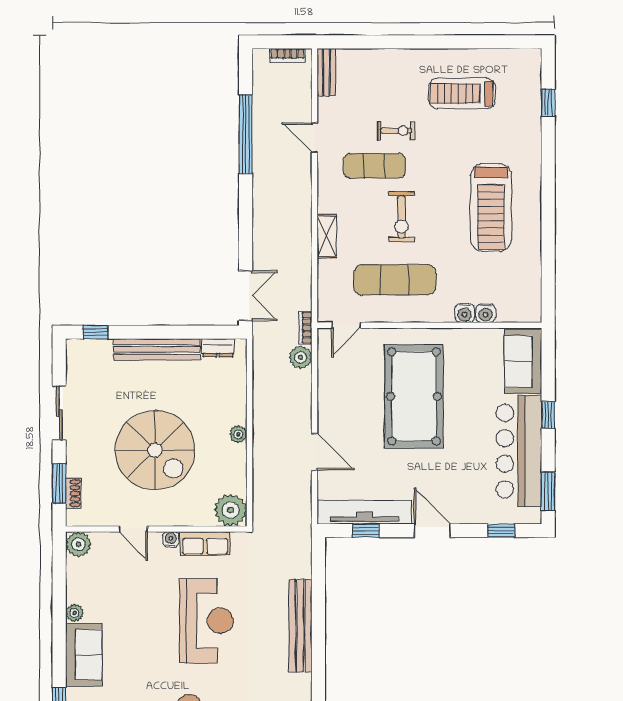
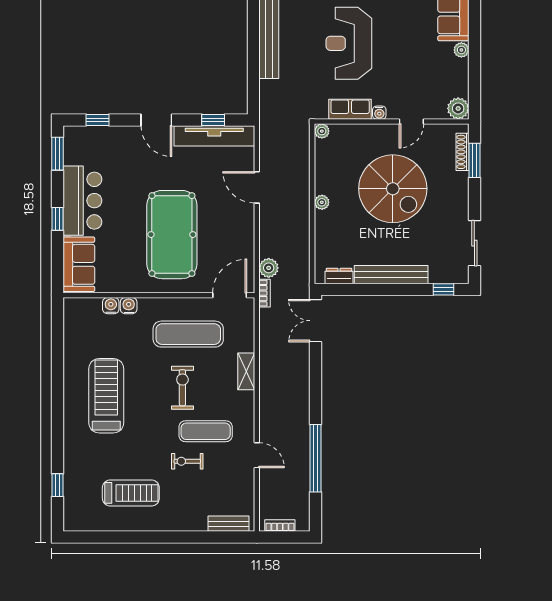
bench: (326, 72) -> (229, 524), moved, turned 90
door: (346, 325) -> (230, 295), width x1.38
sliding door: (59, 413) -> (474, 243), moved
spiral stairs: (155, 450) -> (393, 189), turned 180
bar counter: (519, 451) -> (82, 201), width x0.73
shoe rack: (73, 493) -> (463, 152), width x1.43
plant: (231, 510) -> (322, 131), width x0.53, depth x0.53
door: (133, 529) -> (411, 121), swing flipped

